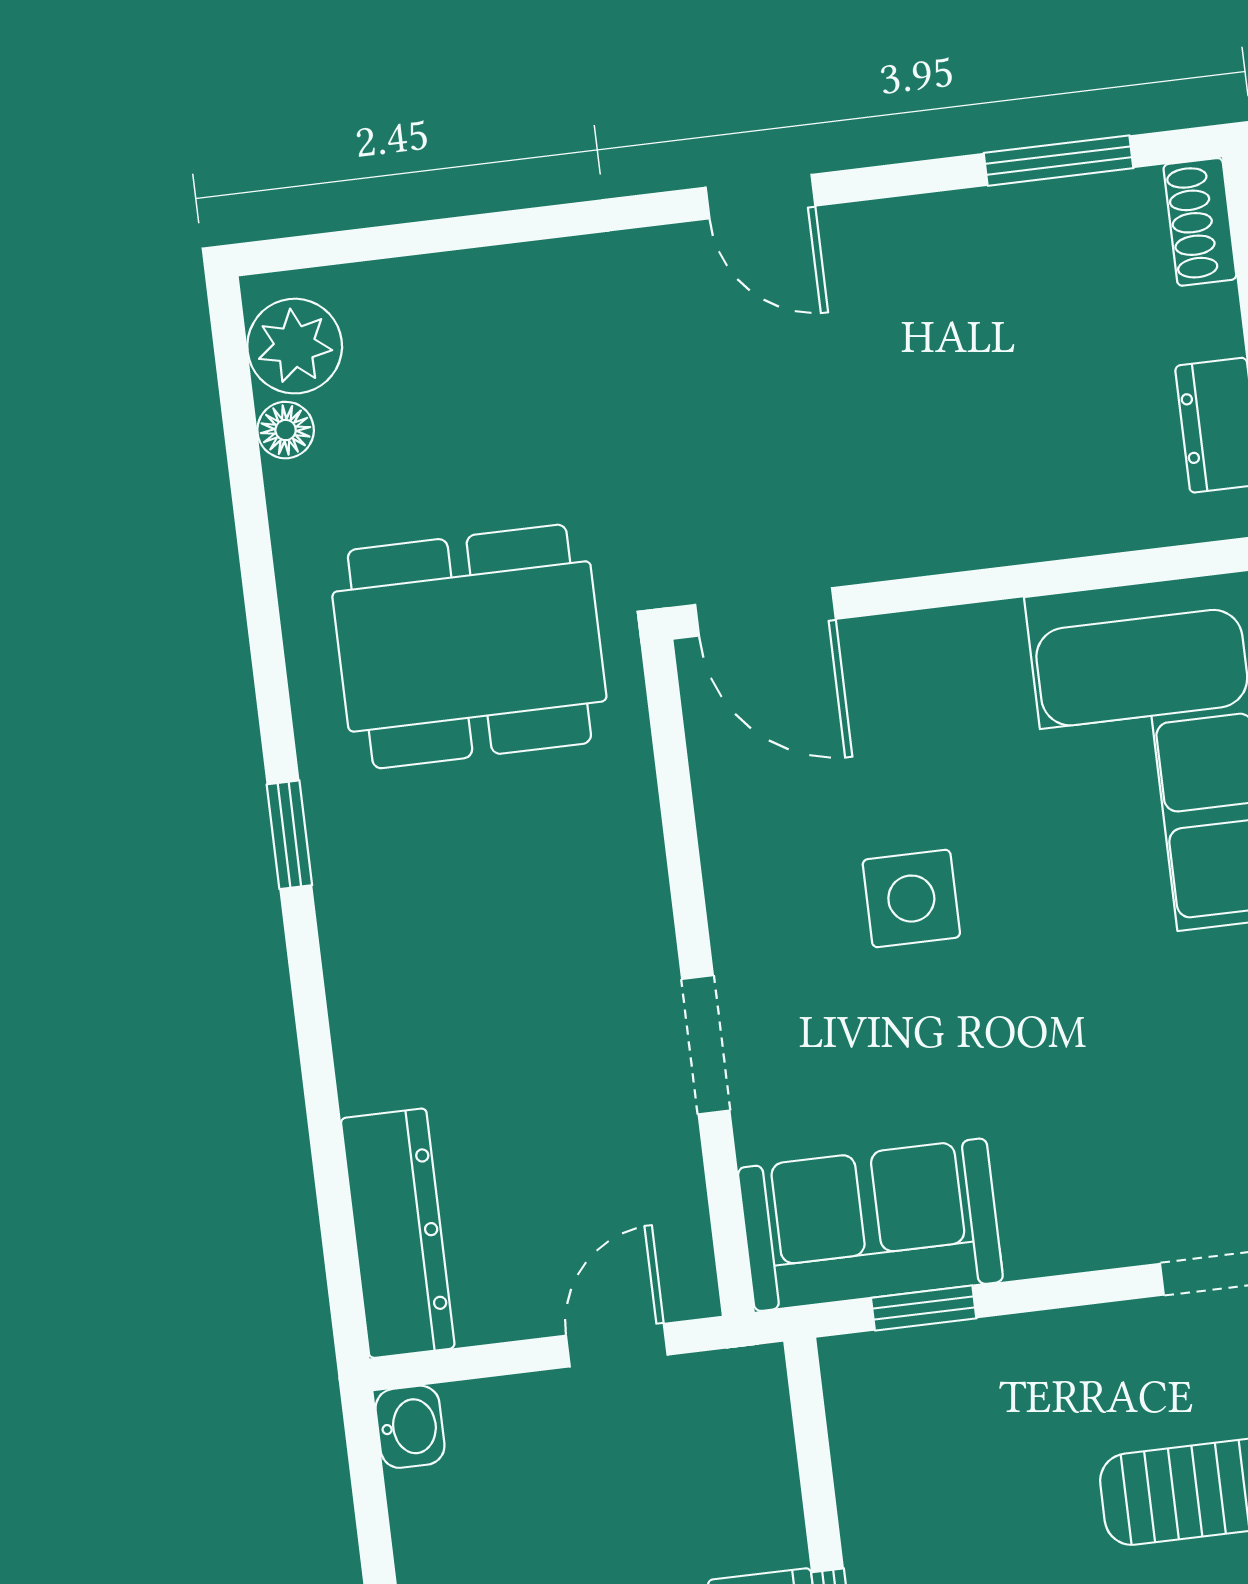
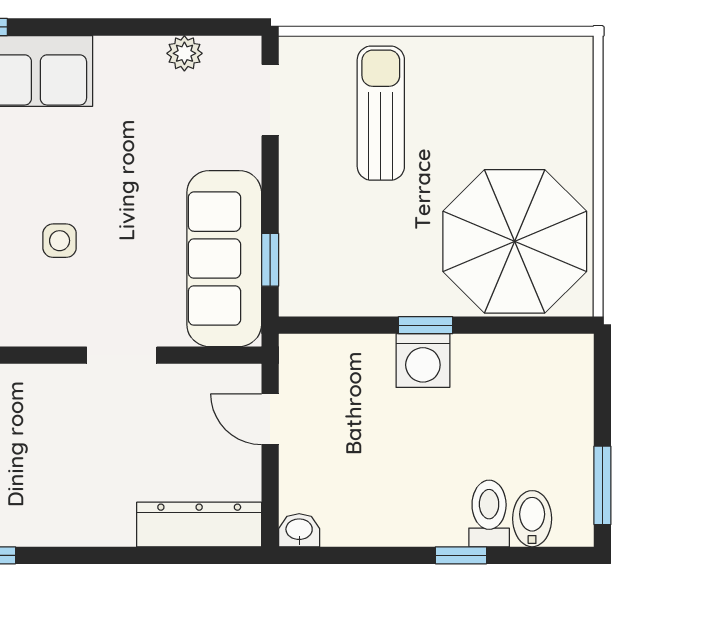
side table: (911, 899) -> (60, 241), width x0.73, depth x0.73
sofa: (870, 1225) -> (224, 259), width x1.36

